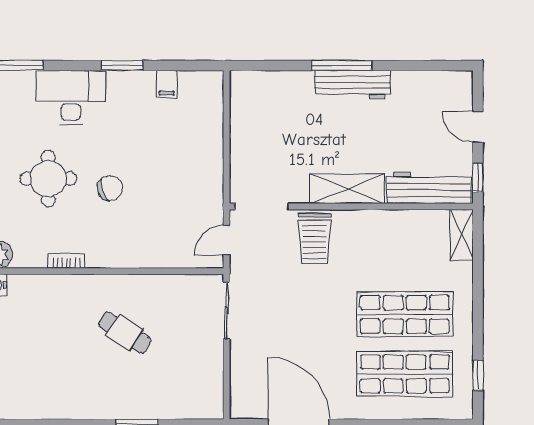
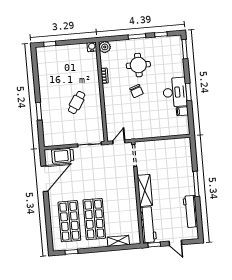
workbench: (353, 84) -> (191, 212), moved
desk: (71, 97) -> (175, 92), moved
door: (478, 127) -> (175, 243), swing flipped
shelving: (462, 235) -> (118, 241), moved
trolley: (314, 238) -> (63, 156), moved
door: (227, 240) -> (119, 142), hinge flipped

